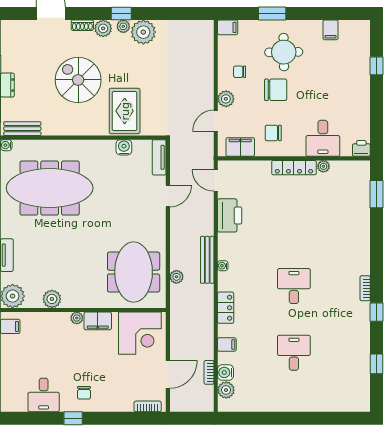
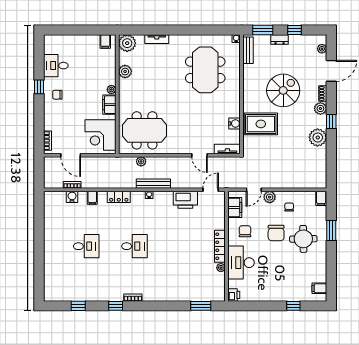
plant: (123, 26) -> (322, 49), moved
filing cabinet: (331, 30) -> (319, 288), moved
door: (216, 121) -> (254, 190), swing flipped
desk: (323, 138) -> (241, 263), width x1.37
meeting table: (50, 188) -> (205, 70), width x0.73
plant: (226, 390) -> (59, 197), removed

